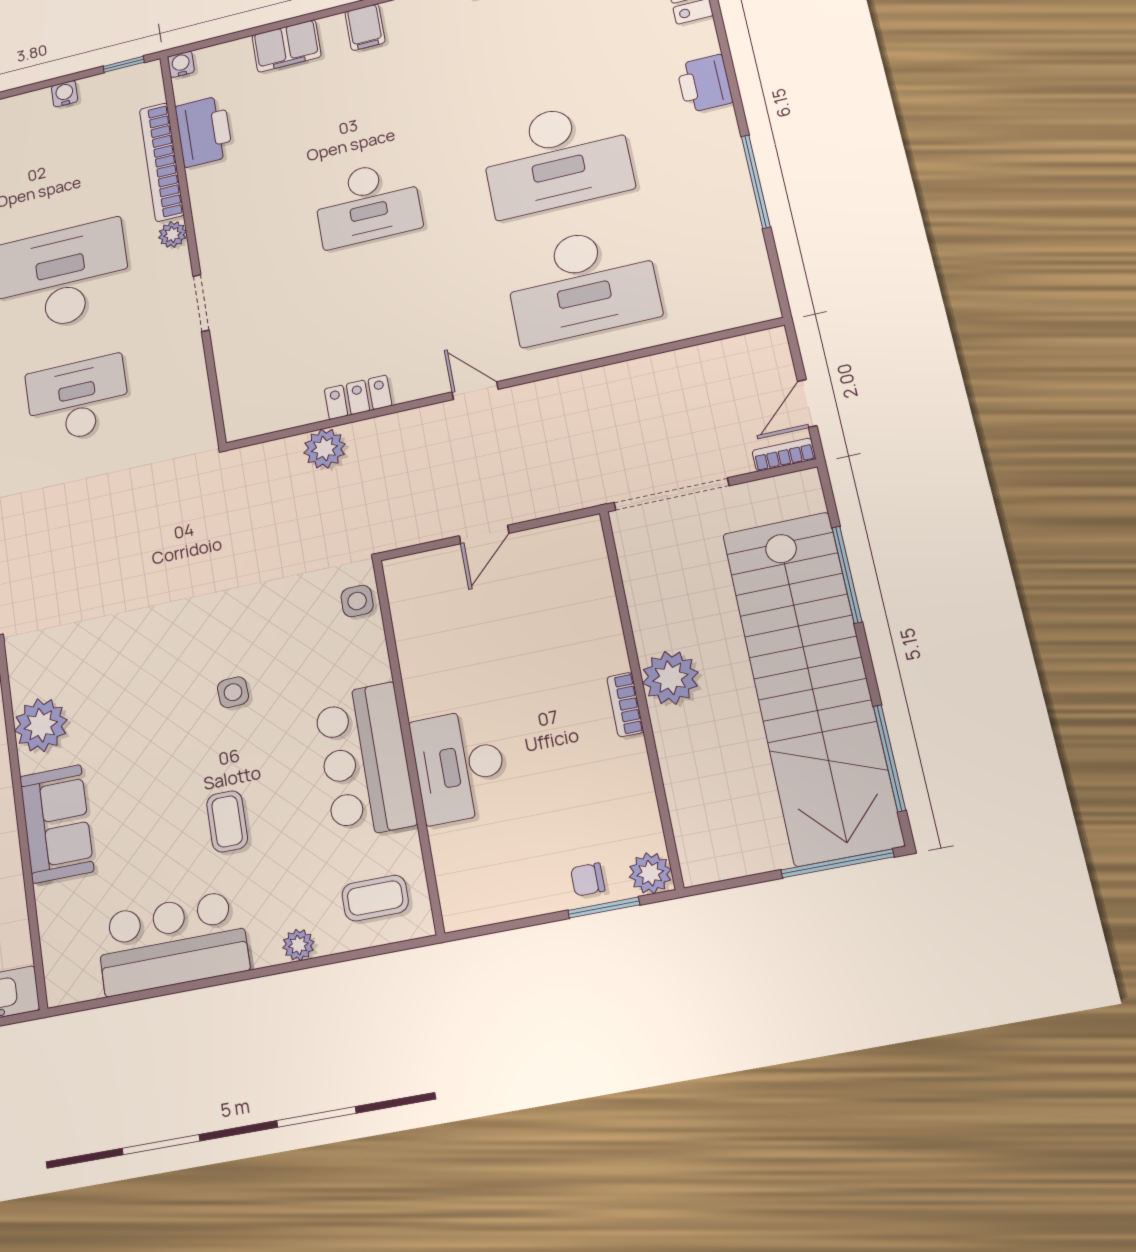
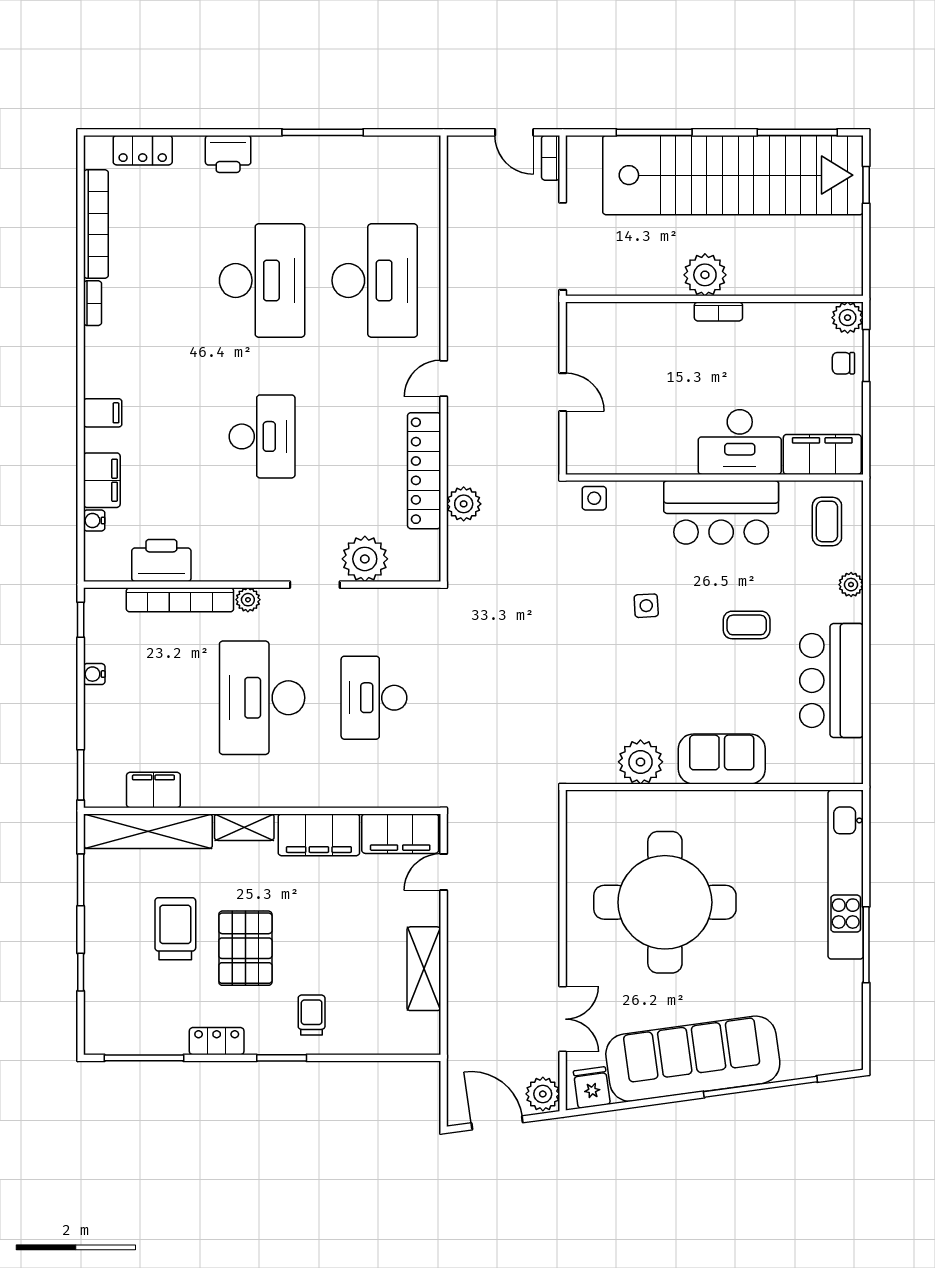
water cooler: (181, 64) -> (94, 521), moved
plant: (240, 351) -> (365, 559), added
locker: (358, 397) -> (424, 471), width x2.16, depth x1.21
window: (837, 863) -> (866, 185), width x0.46
filing cabinet: (462, 875) -> (822, 454), added
chair: (588, 879) -> (843, 363), turned 90

